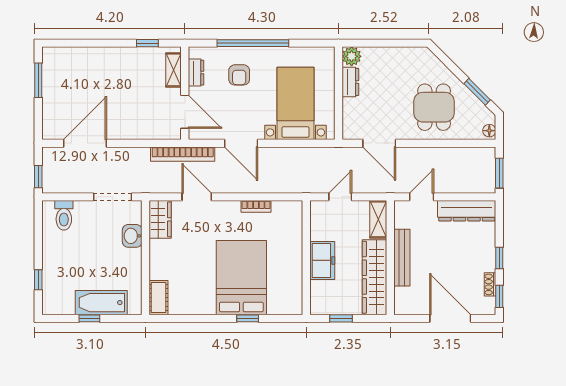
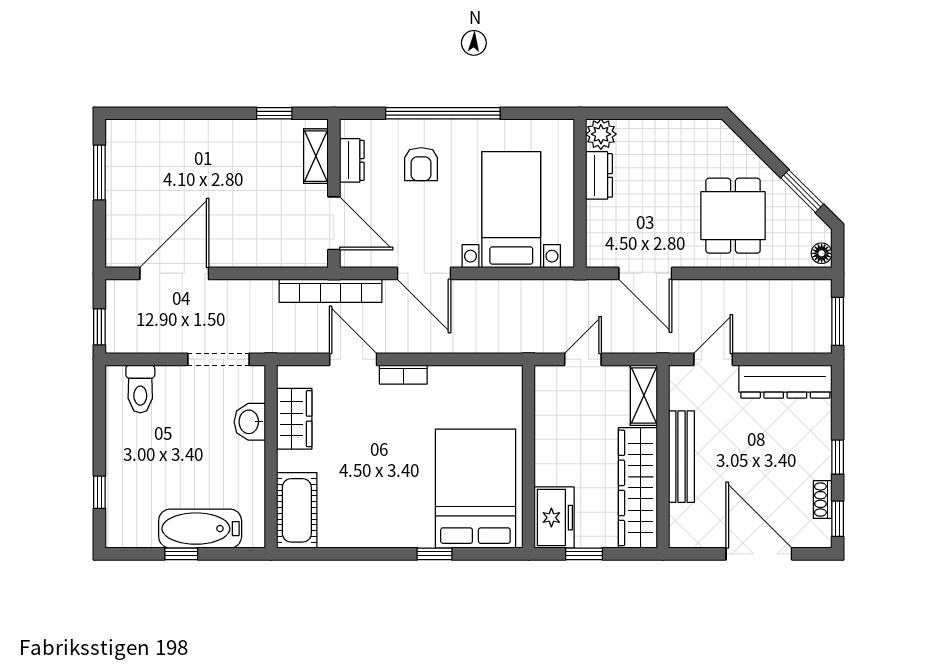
bookcase: (256, 206) -> (403, 375), moved
wardrobe: (160, 219) -> (294, 419), moved
freezer: (322, 260) -> (554, 518), moved
bed: (241, 278) -> (475, 489), moved
cot: (158, 298) -> (297, 510), width x1.37, depth x1.34

